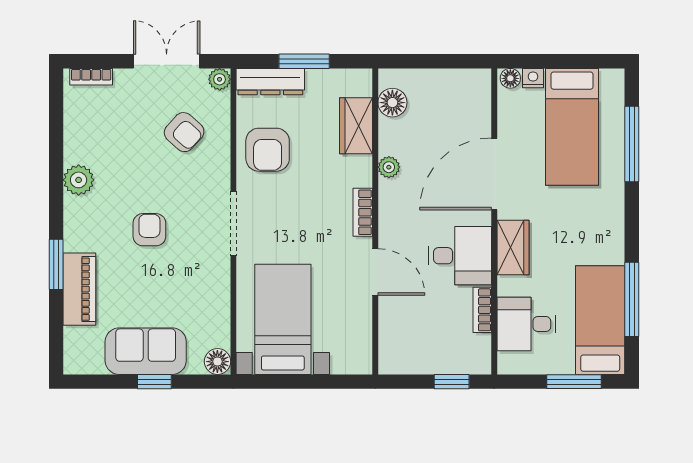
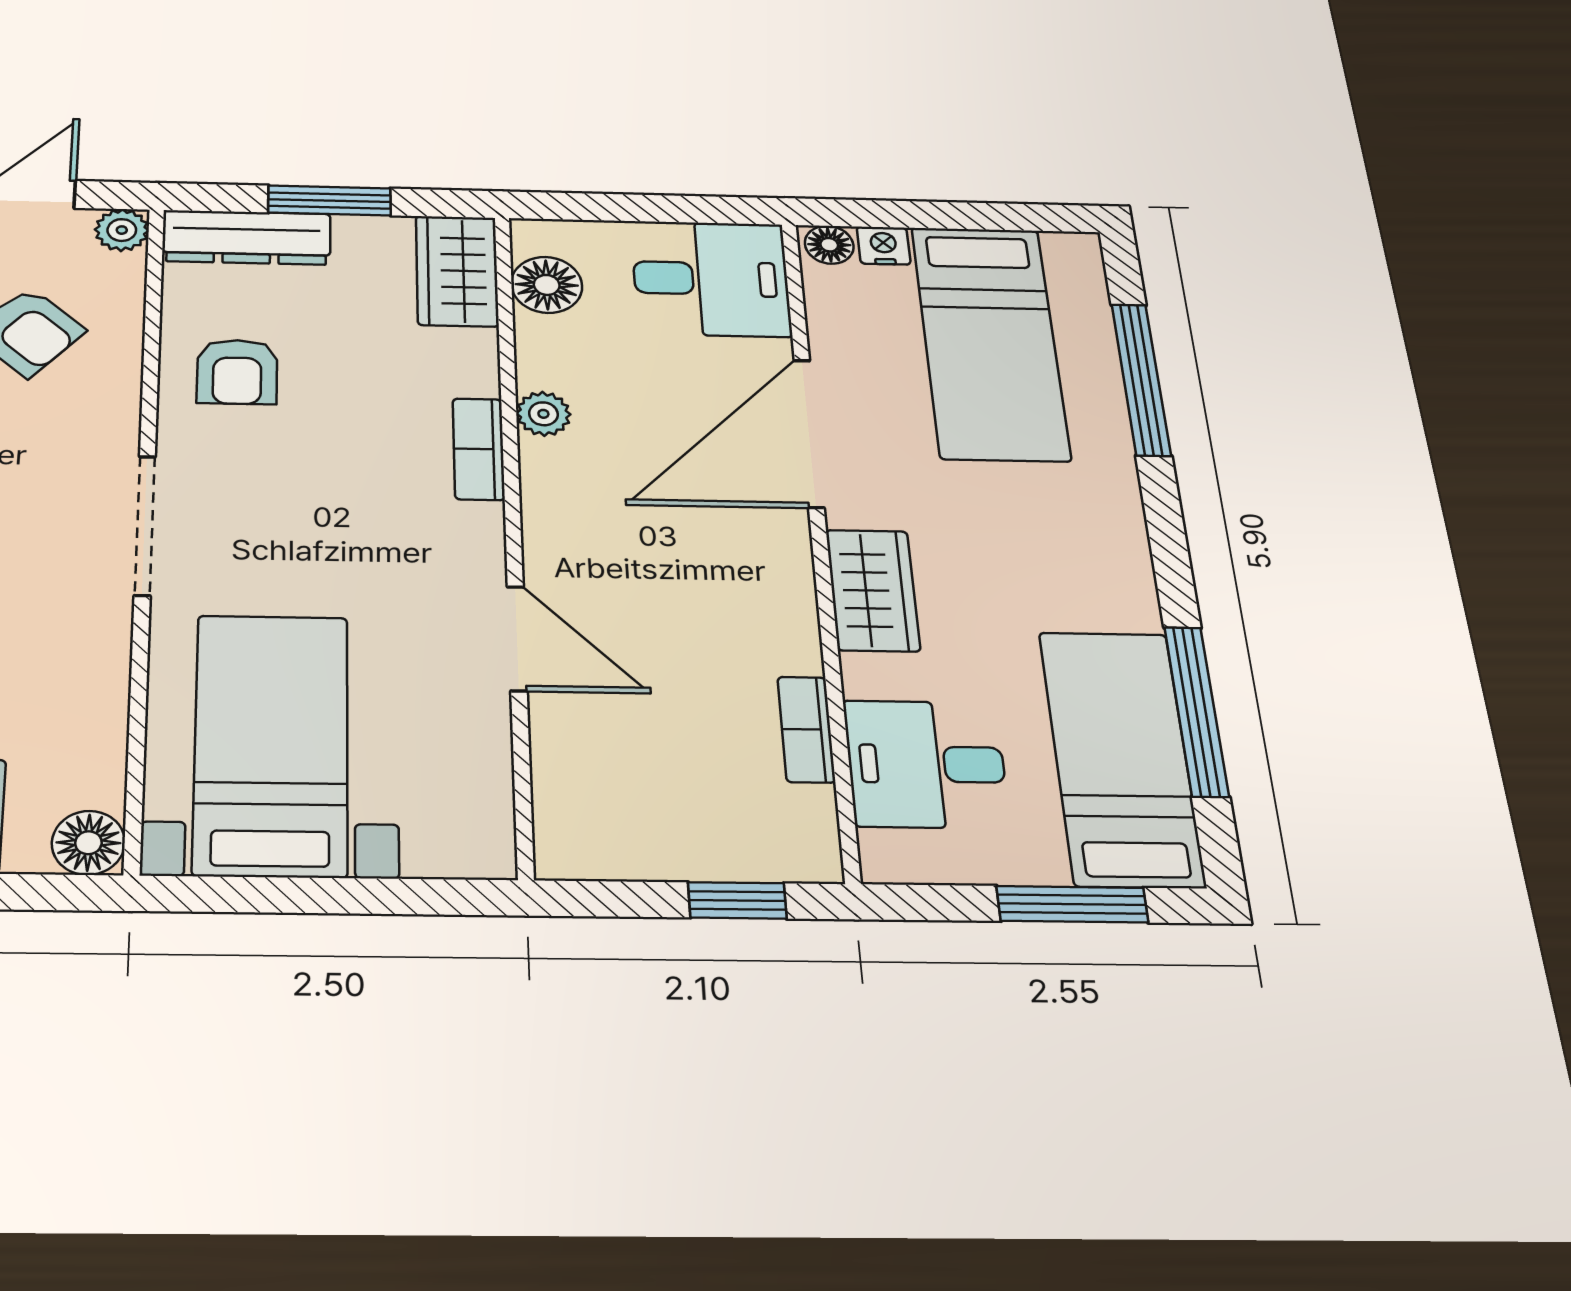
wardrobe: (356, 126) -> (457, 271), moved
armchair: (268, 150) -> (237, 372), width x0.72, depth x0.72
bookcase: (363, 212) -> (479, 449), moved
desk: (460, 256) -> (711, 279), moved

